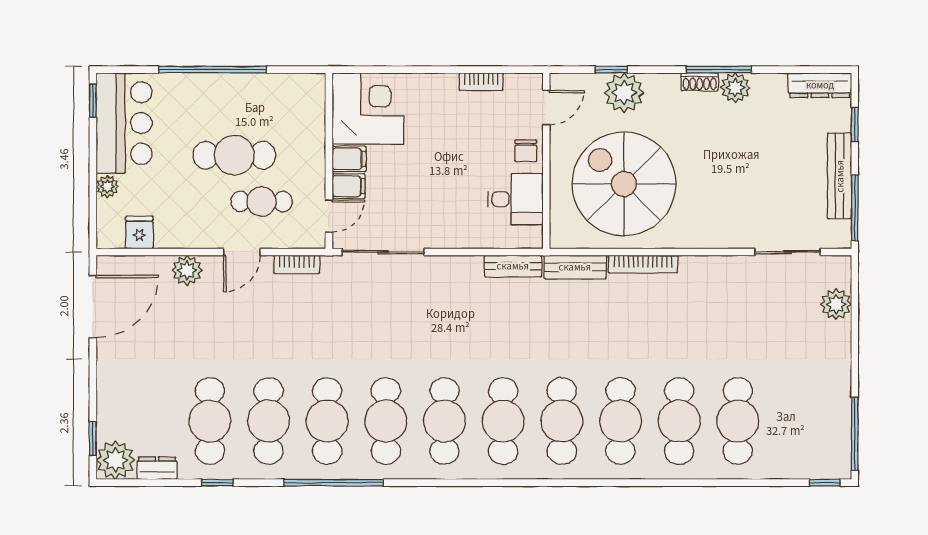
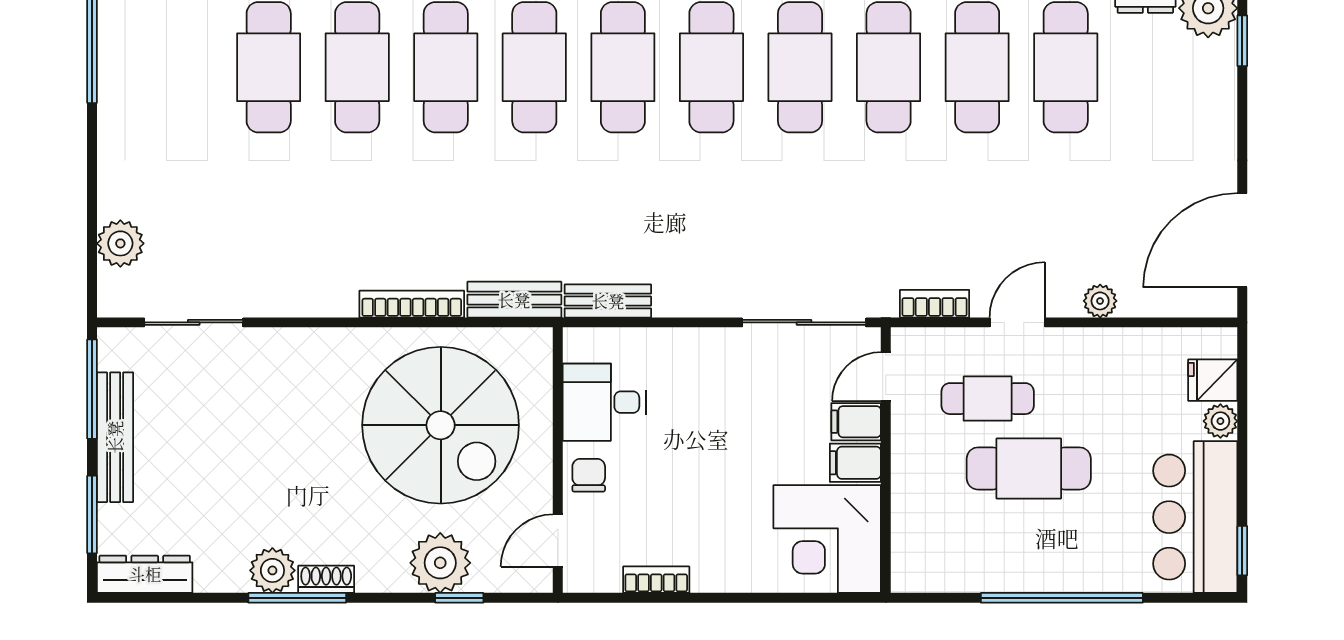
window: (855, 125) -> (92, 514), width x1.50
fridge: (139, 232) -> (1213, 380), moved, turned 90
plant: (187, 270) -> (1100, 301), width x0.73, depth x0.73

